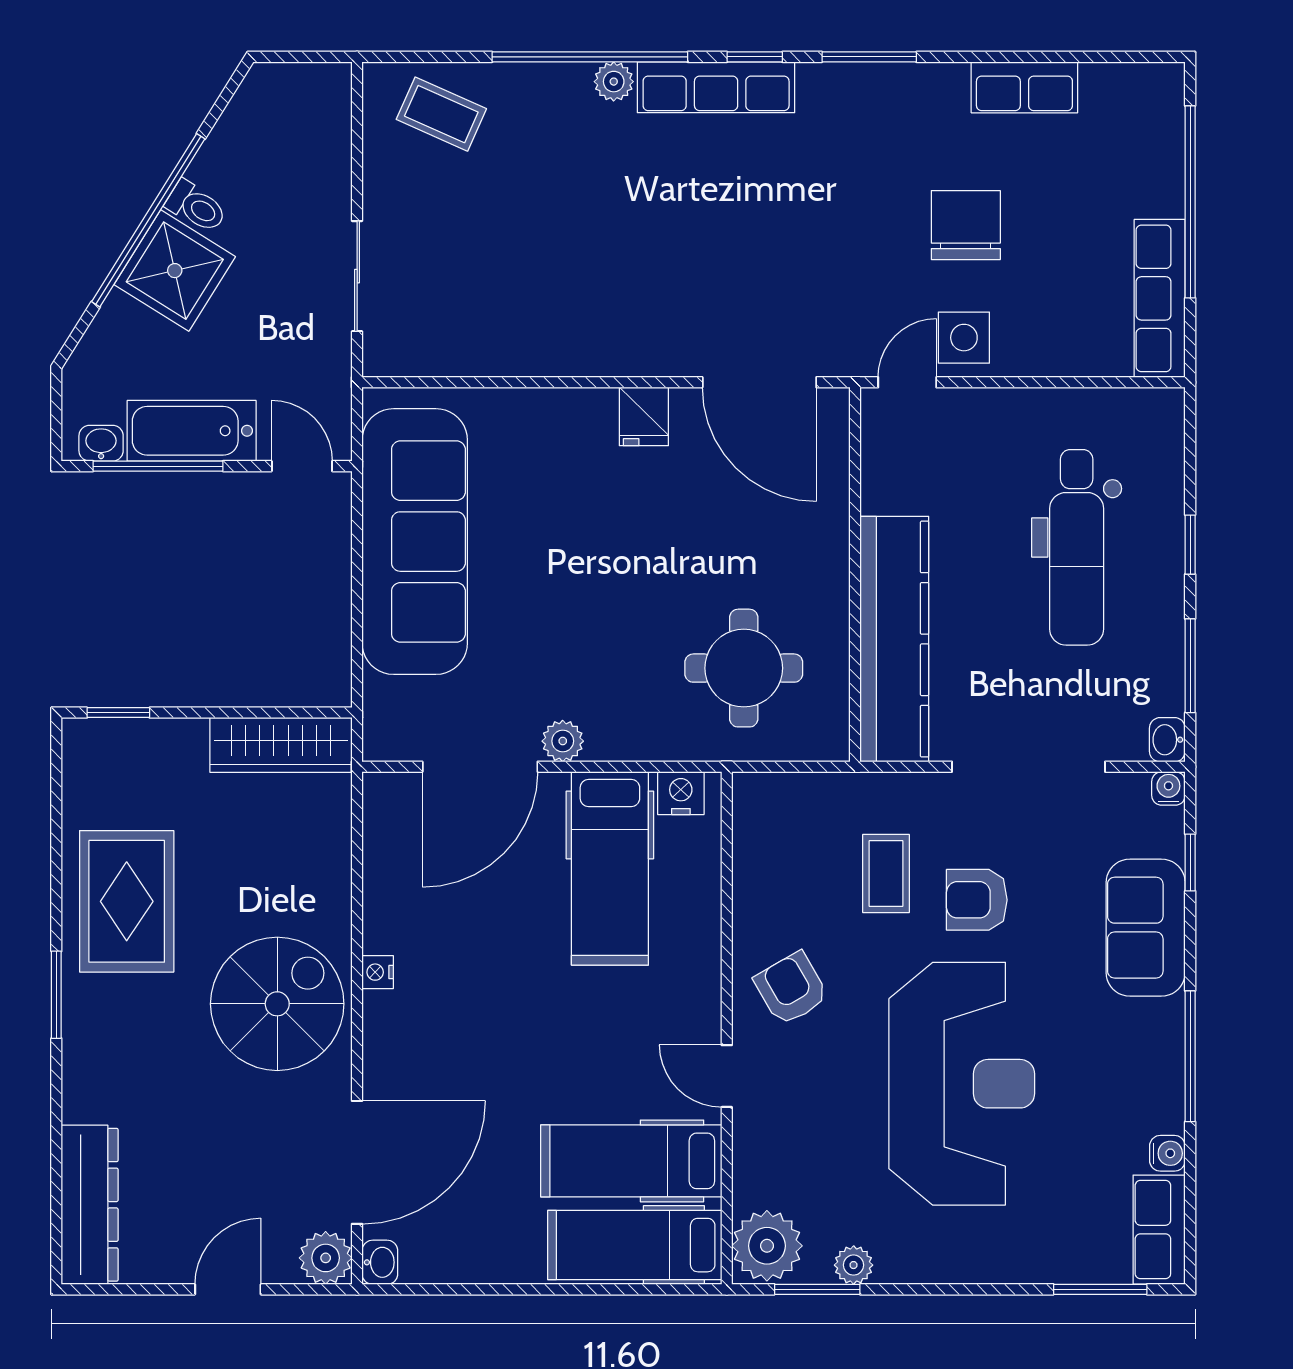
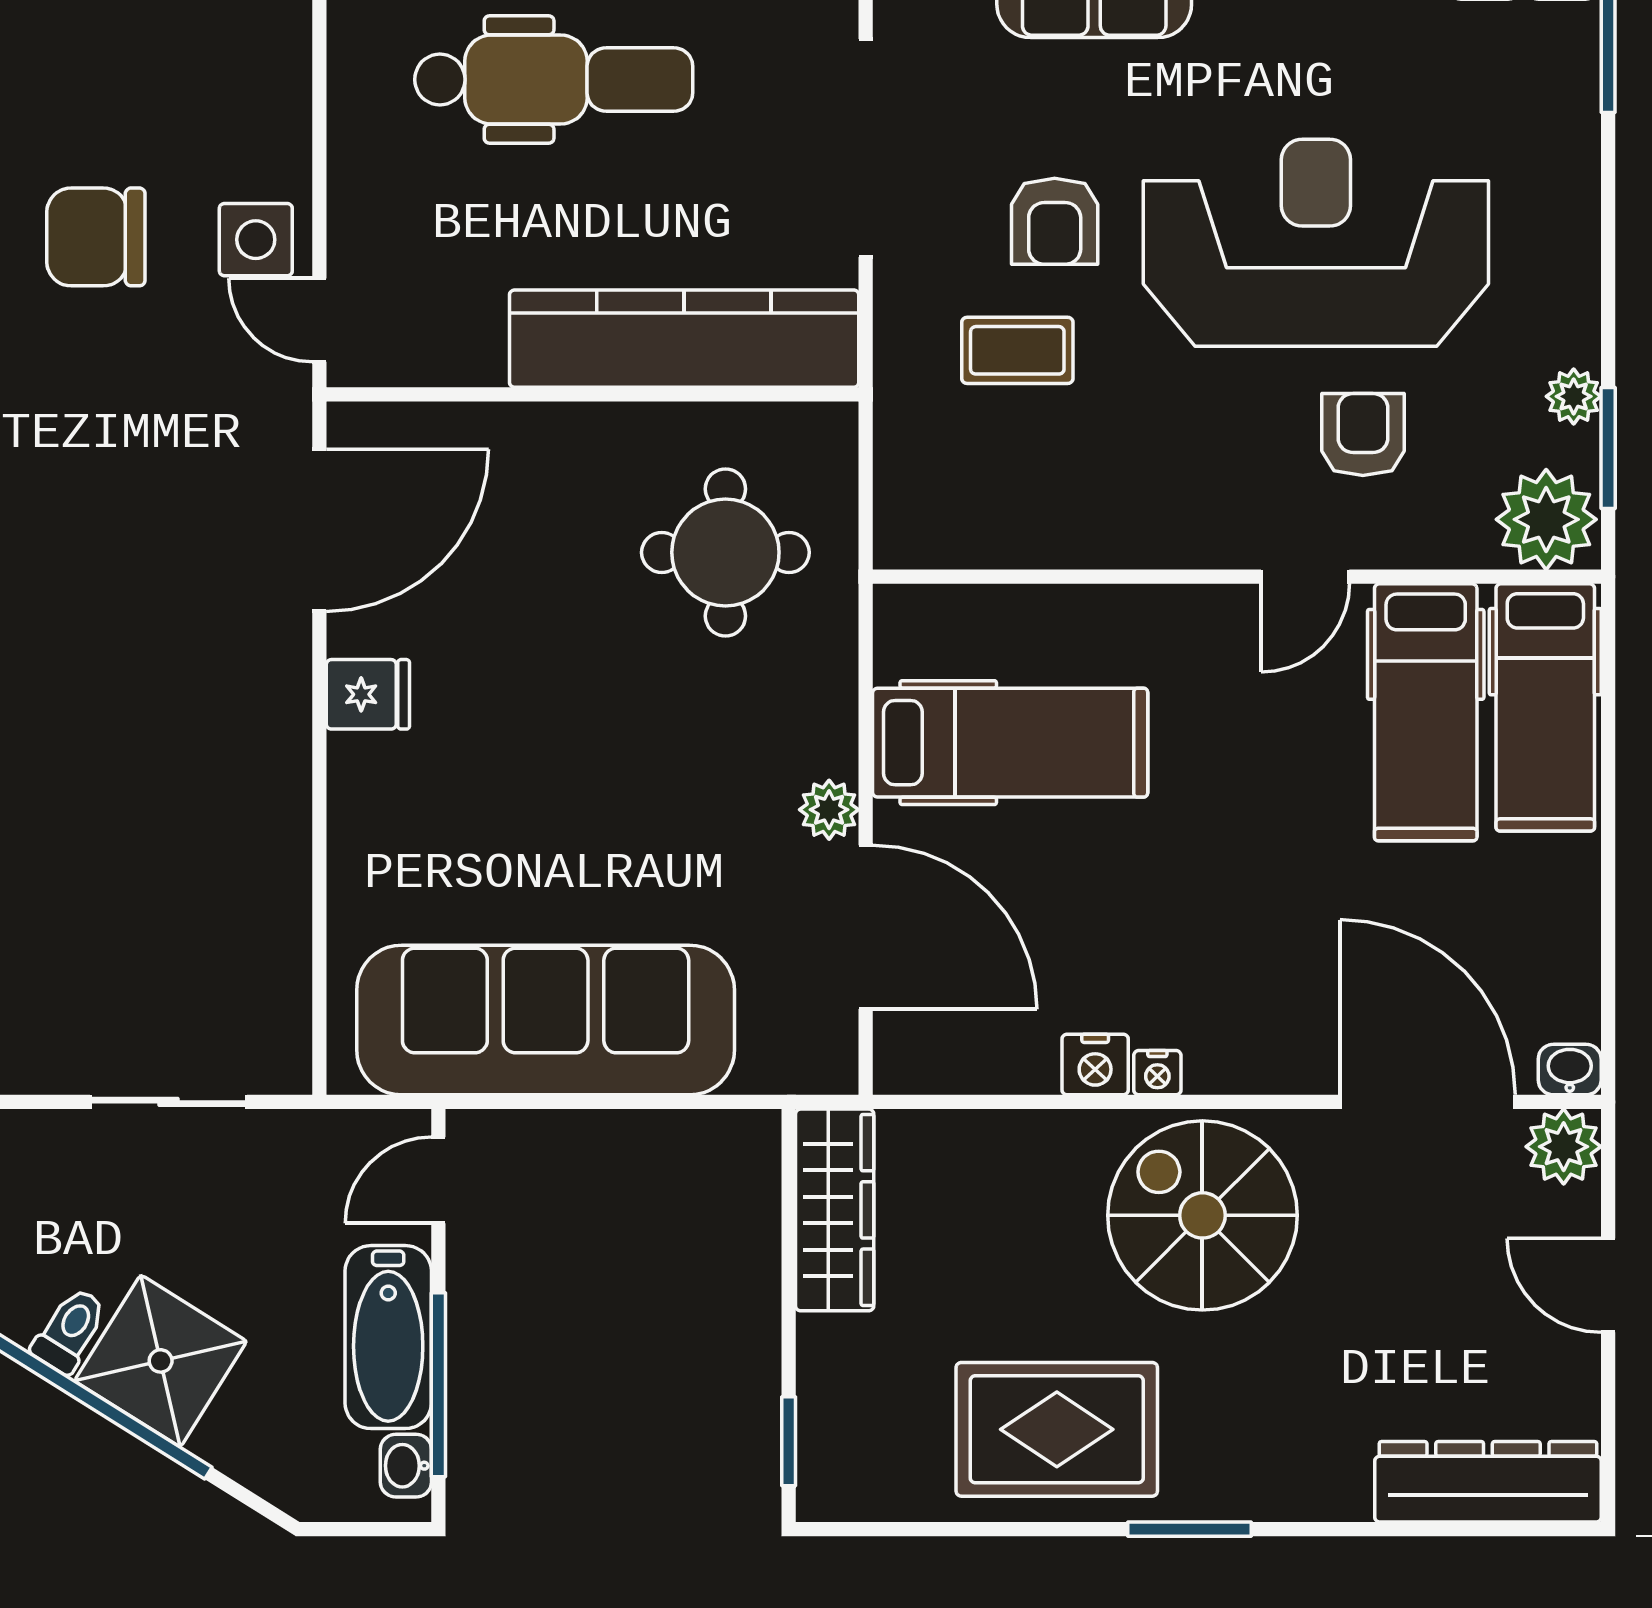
nightstand: (681, 793) -> (1095, 1065), moved, turned -90
armchair: (791, 989) -> (1363, 435), moved, turned 120

